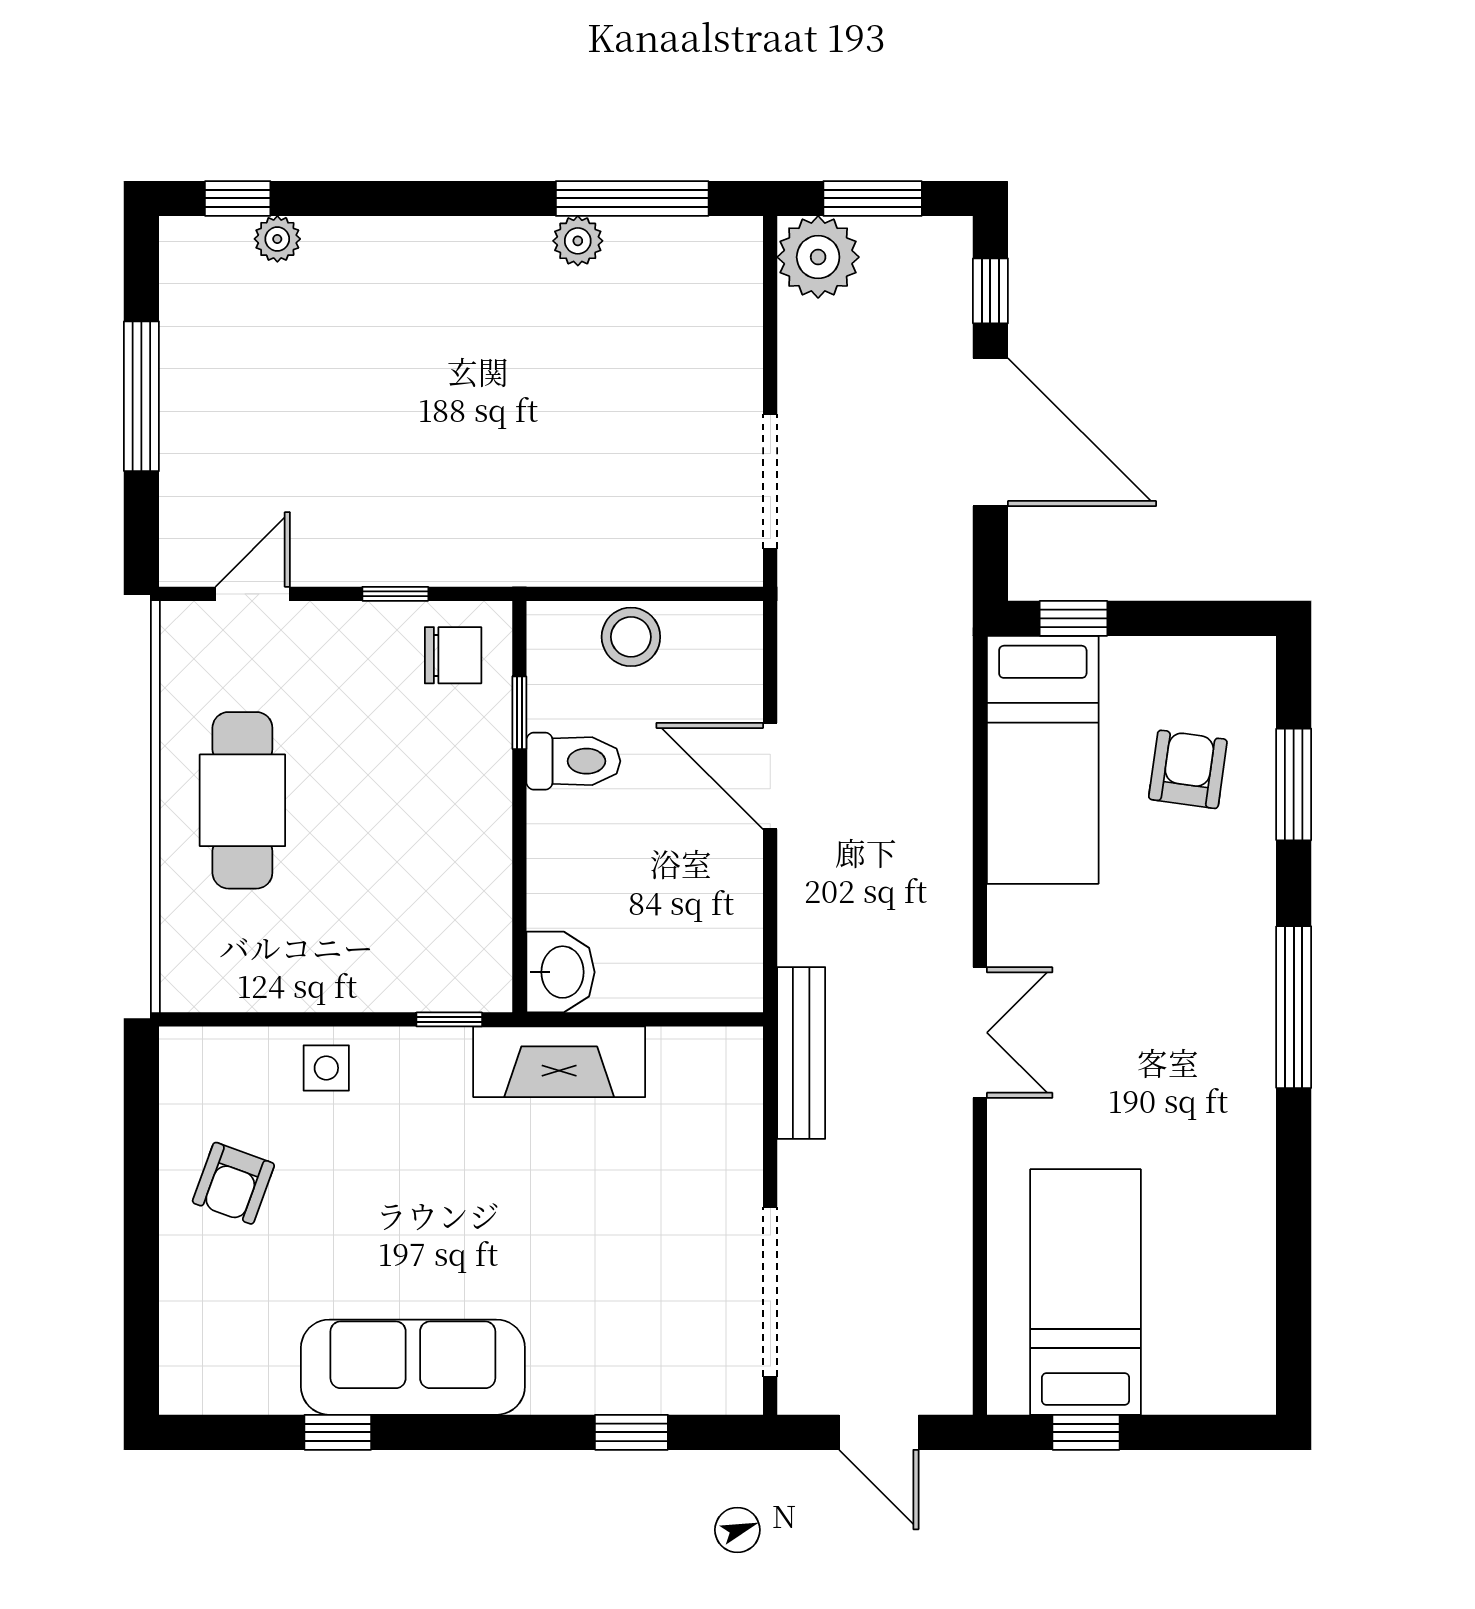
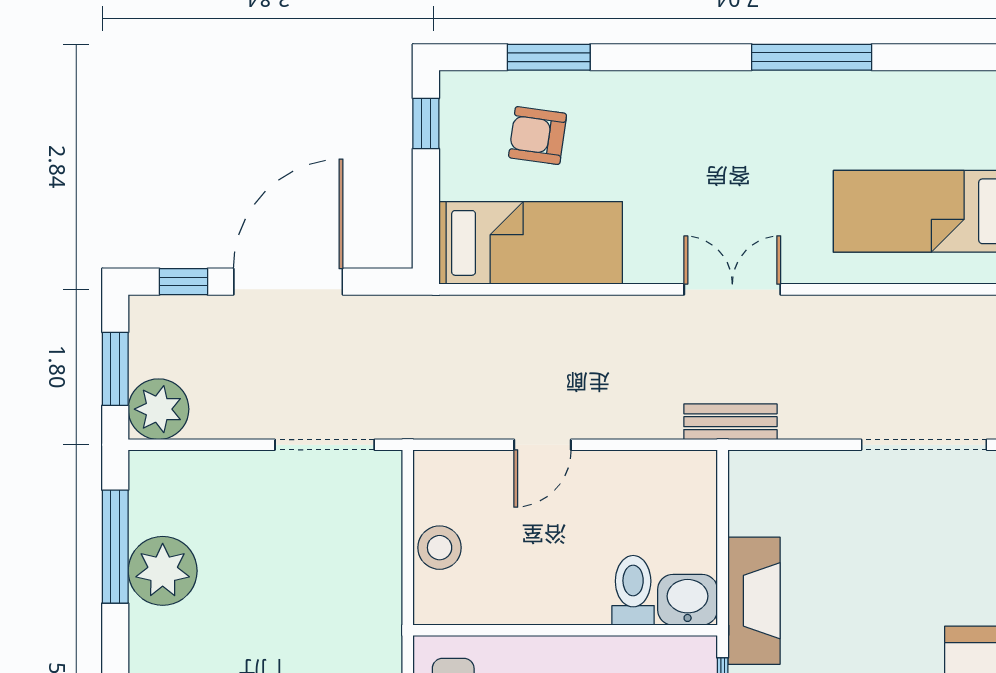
plant: (578, 241) -> (163, 571), width x1.88, depth x1.88
window: (1074, 618) -> (426, 124), moved
window: (519, 713) -> (496, 630), removed
toilet: (573, 761) -> (633, 590), moved
door: (770, 776) -> (543, 445), width x0.73
window: (1294, 1007) -> (812, 57), moved
bench: (801, 1053) -> (730, 422), width x0.73

